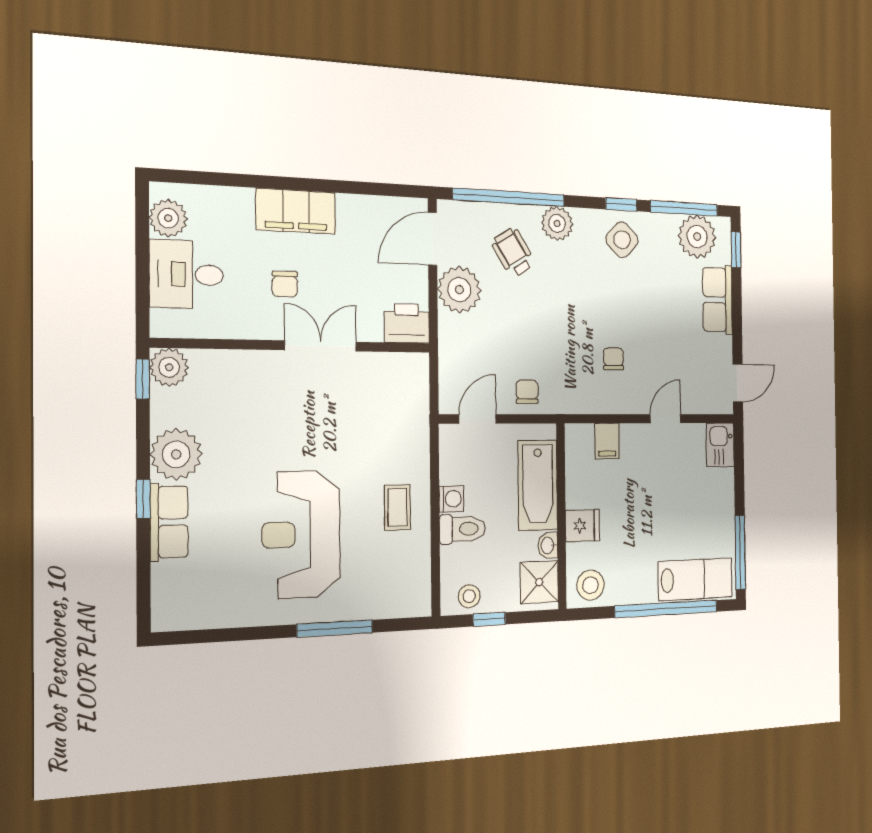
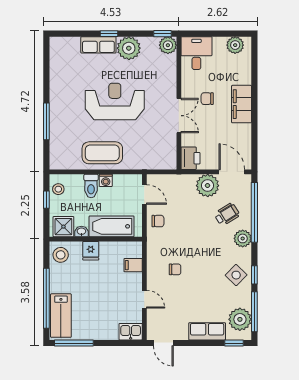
desk: (186, 274) -> (196, 53), moved
coffee table: (397, 507) -> (102, 153), width x1.86, depth x1.72
reception desk: (301, 534) -> (115, 101), moved

